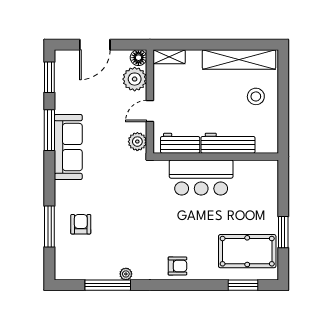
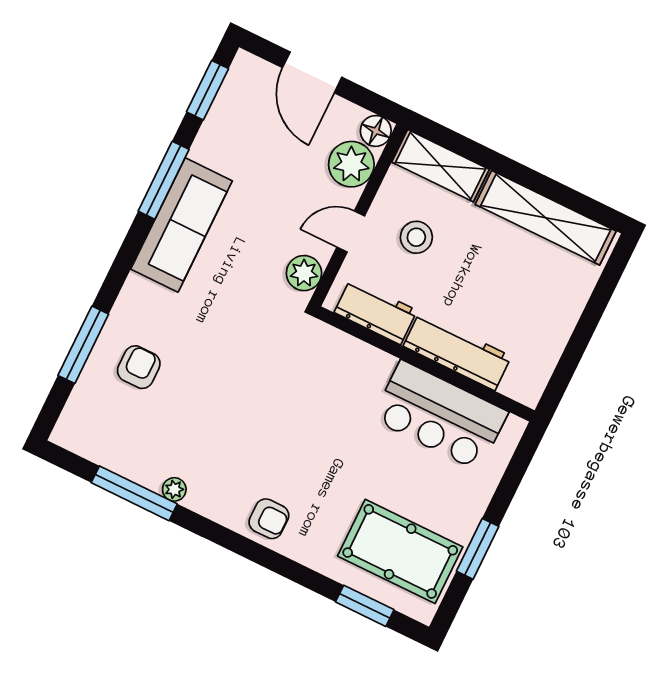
door: (95, 45) -> (312, 72), hinge flipped
shelving: (169, 57) -> (440, 166), width x1.50, depth x1.33
stool: (256, 96) -> (416, 237), moved
bar counter: (201, 178) -> (440, 416), moved

